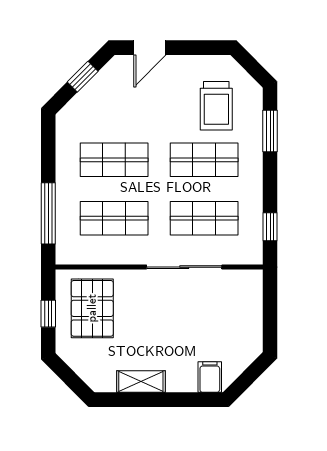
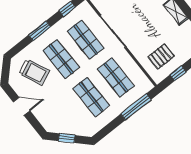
door: (150, 48) -> (22, 106), moved
trolley: (216, 106) -> (34, 72), turned 66
window: (270, 131) -> (40, 31), moved
pallet: (92, 308) -> (161, 56), width x0.67, depth x0.71

